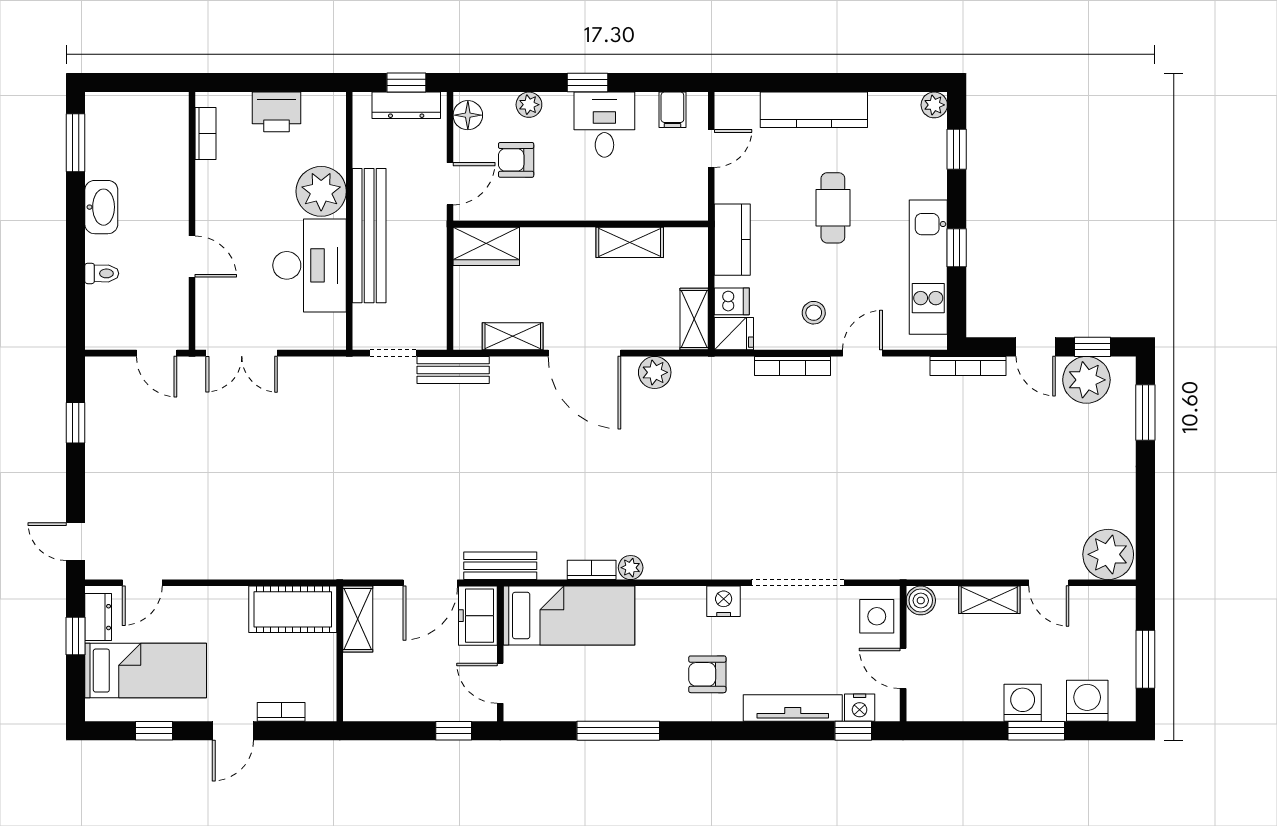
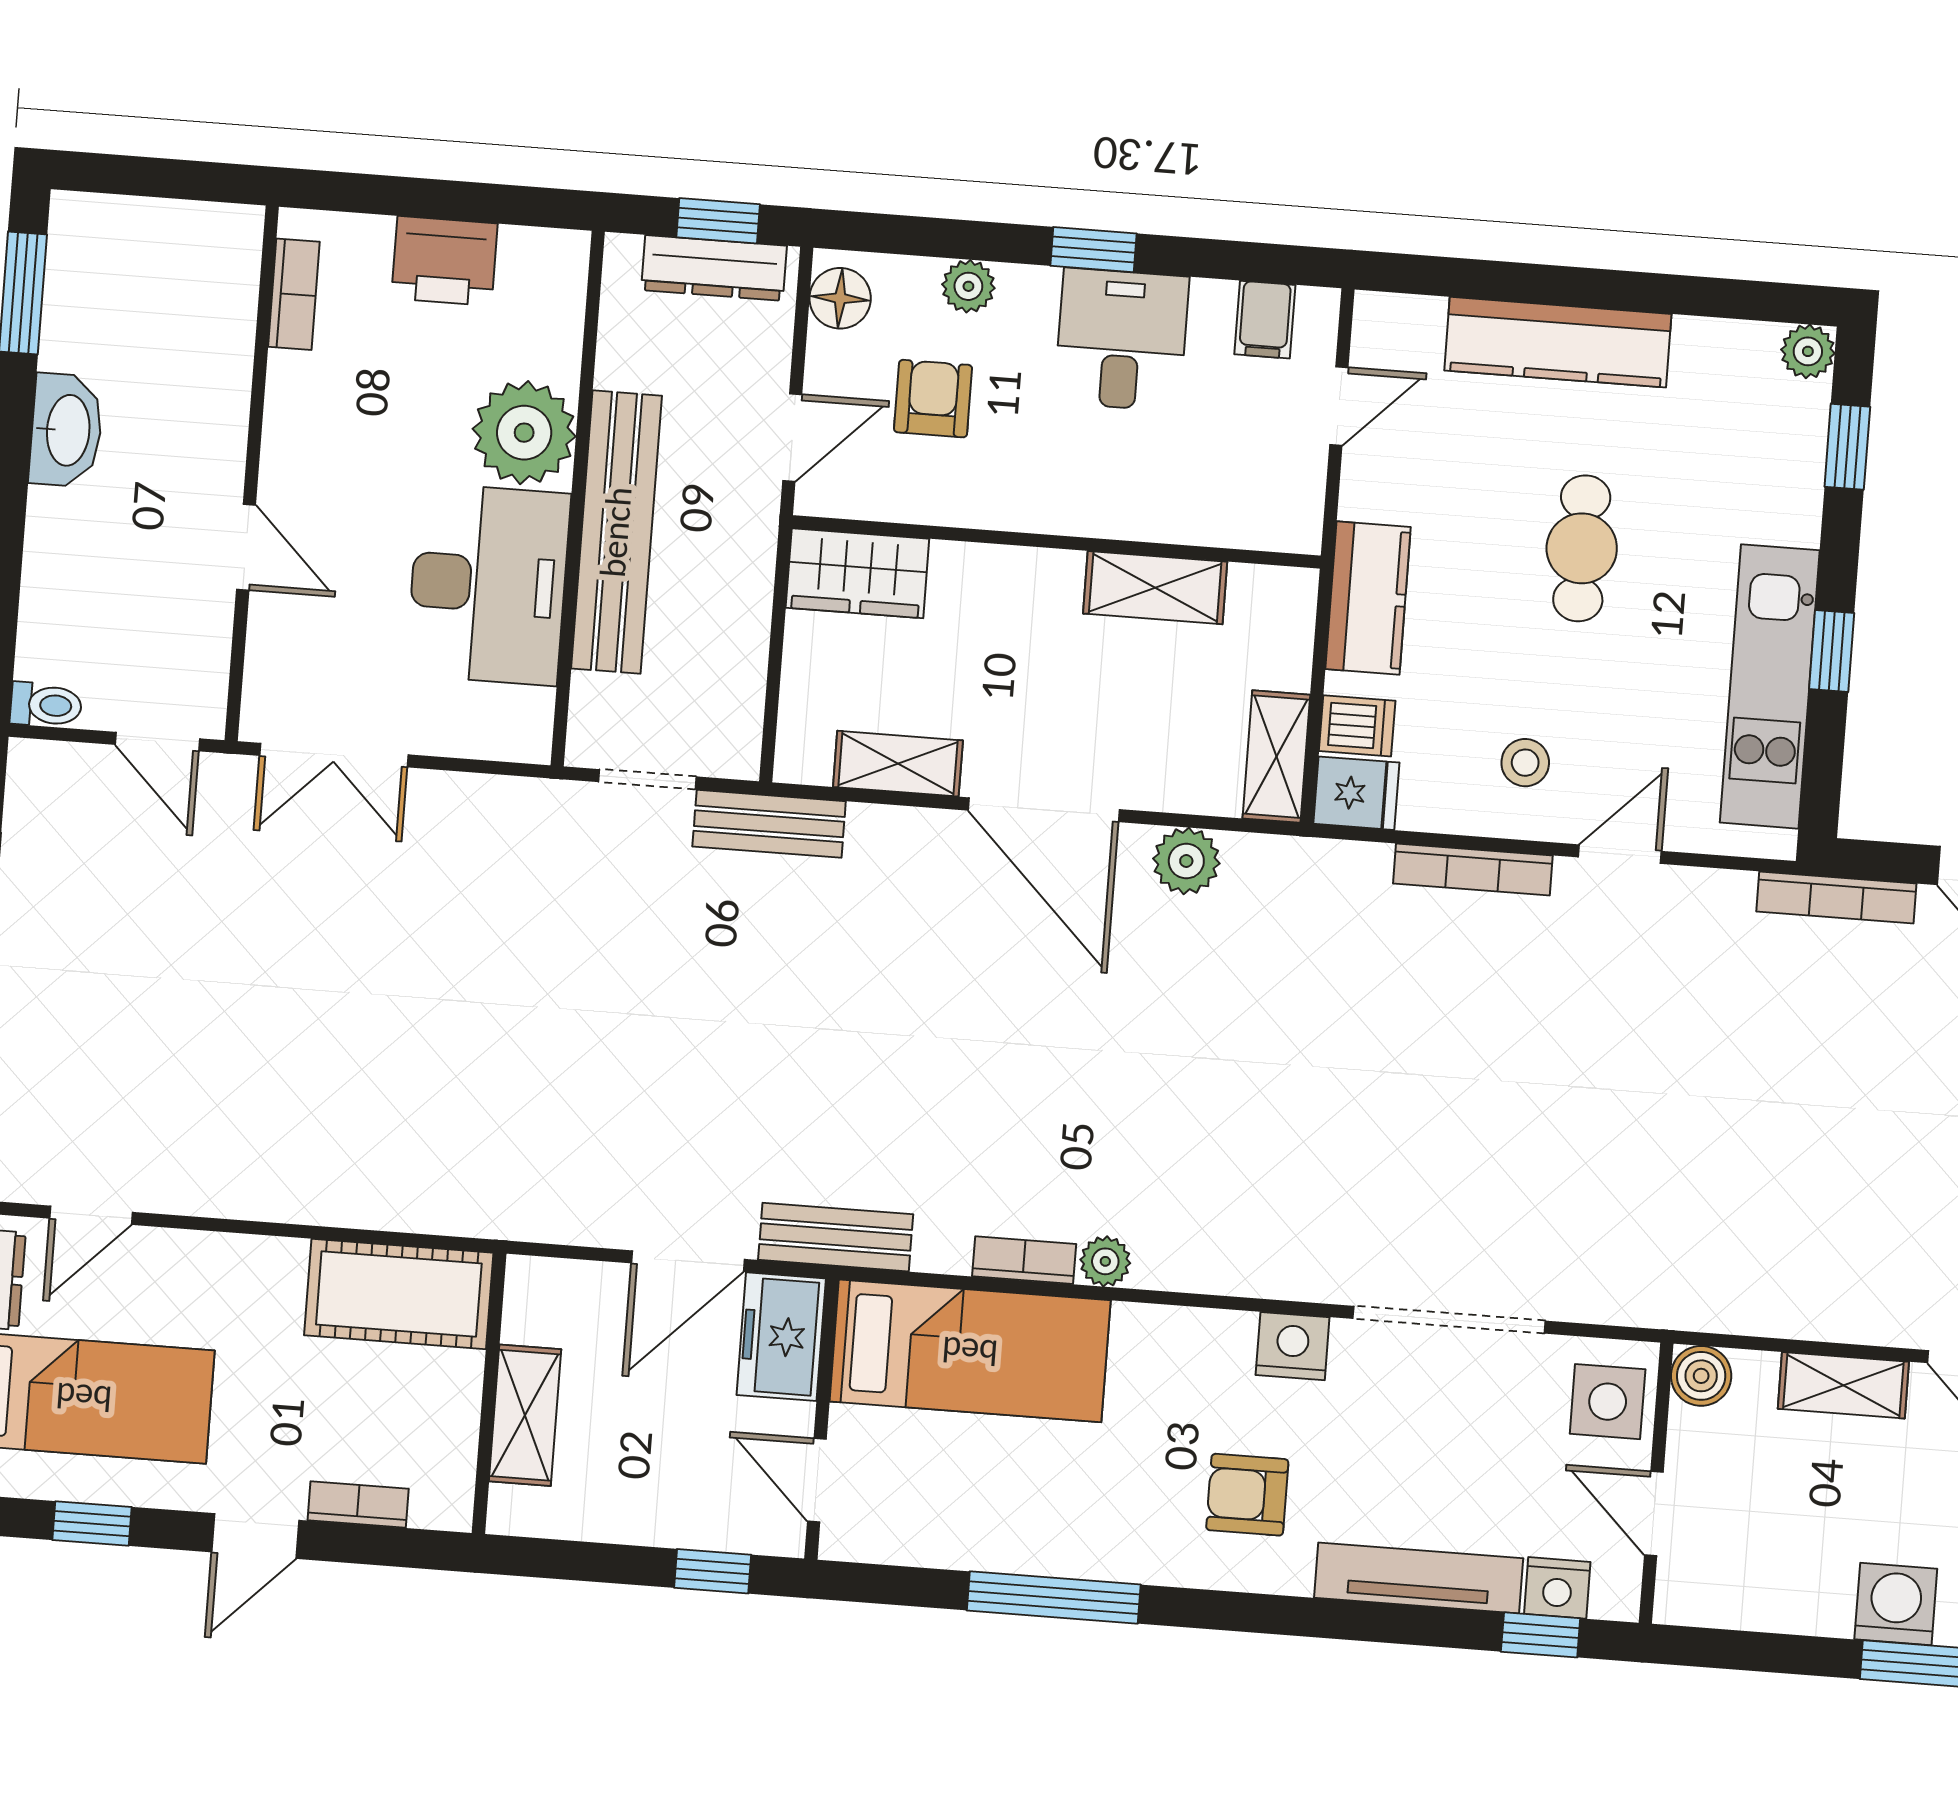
armchair: (516, 160) -> (933, 399), turned 90
toilet: (102, 273) -> (46, 705), moved
shelving: (358, 619) -> (525, 1415), moved

